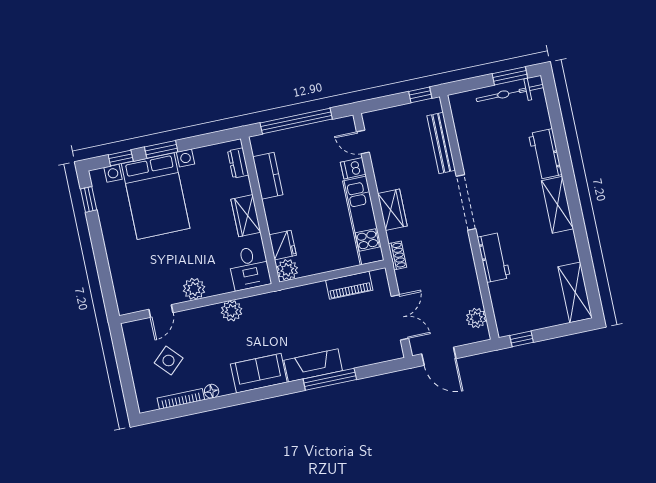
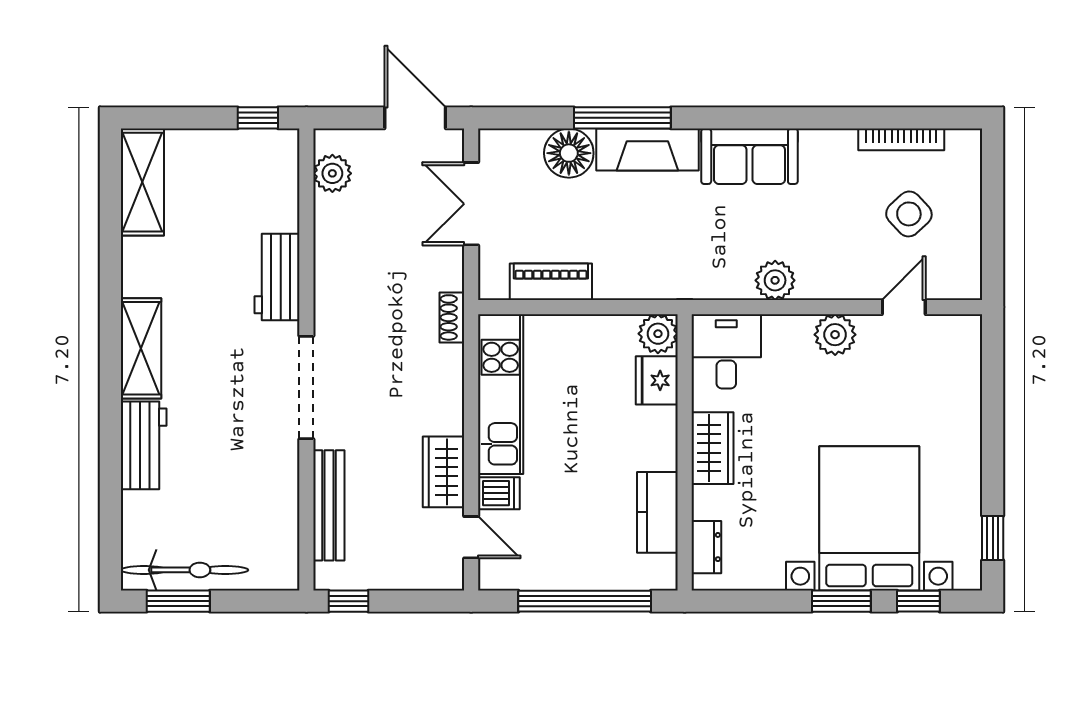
wardrobe: (392, 210) -> (443, 472), moved
floor lamp: (212, 391) -> (569, 153), moved, width x1.89, depth x1.89

